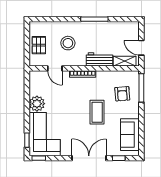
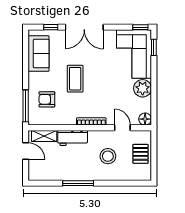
floor lamp: (35, 76) -> (145, 119), added
armchair: (122, 94) -> (47, 99), turned -86

